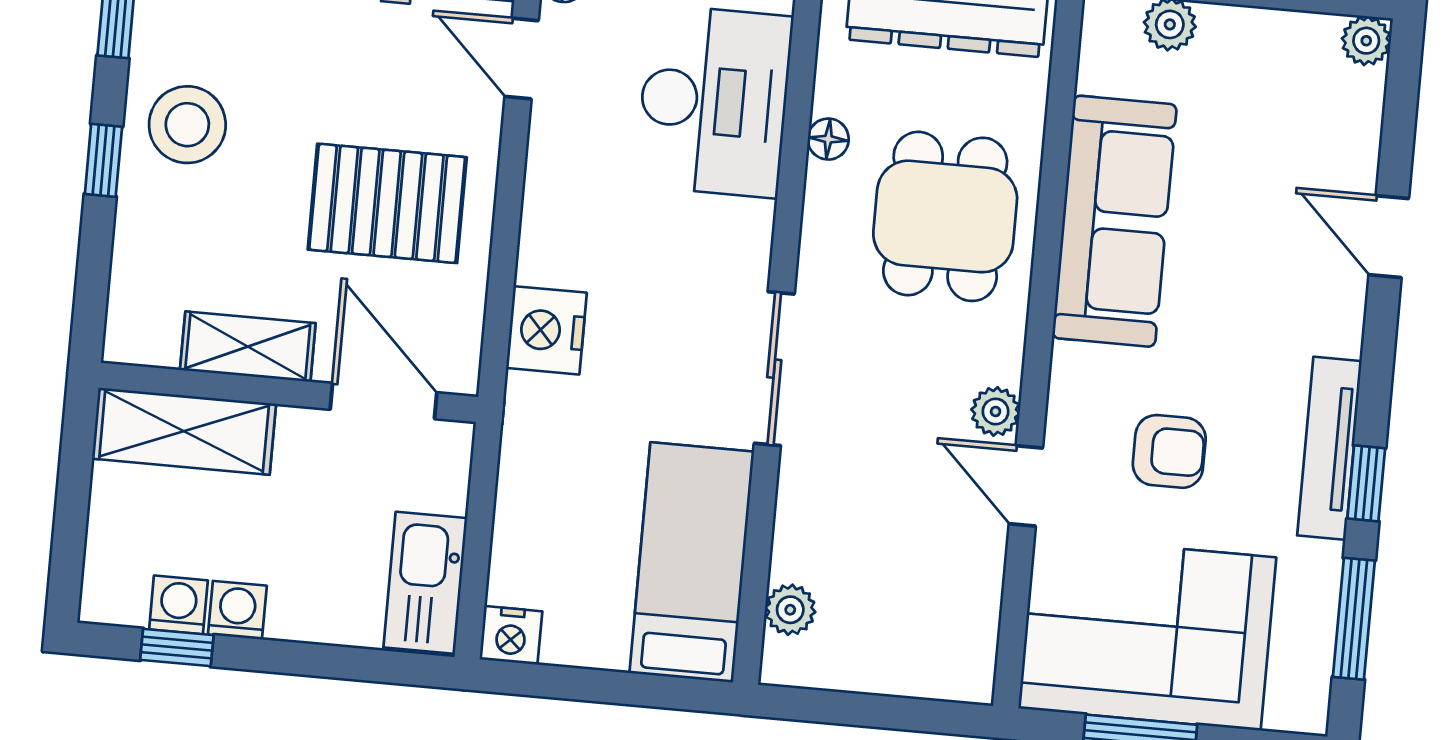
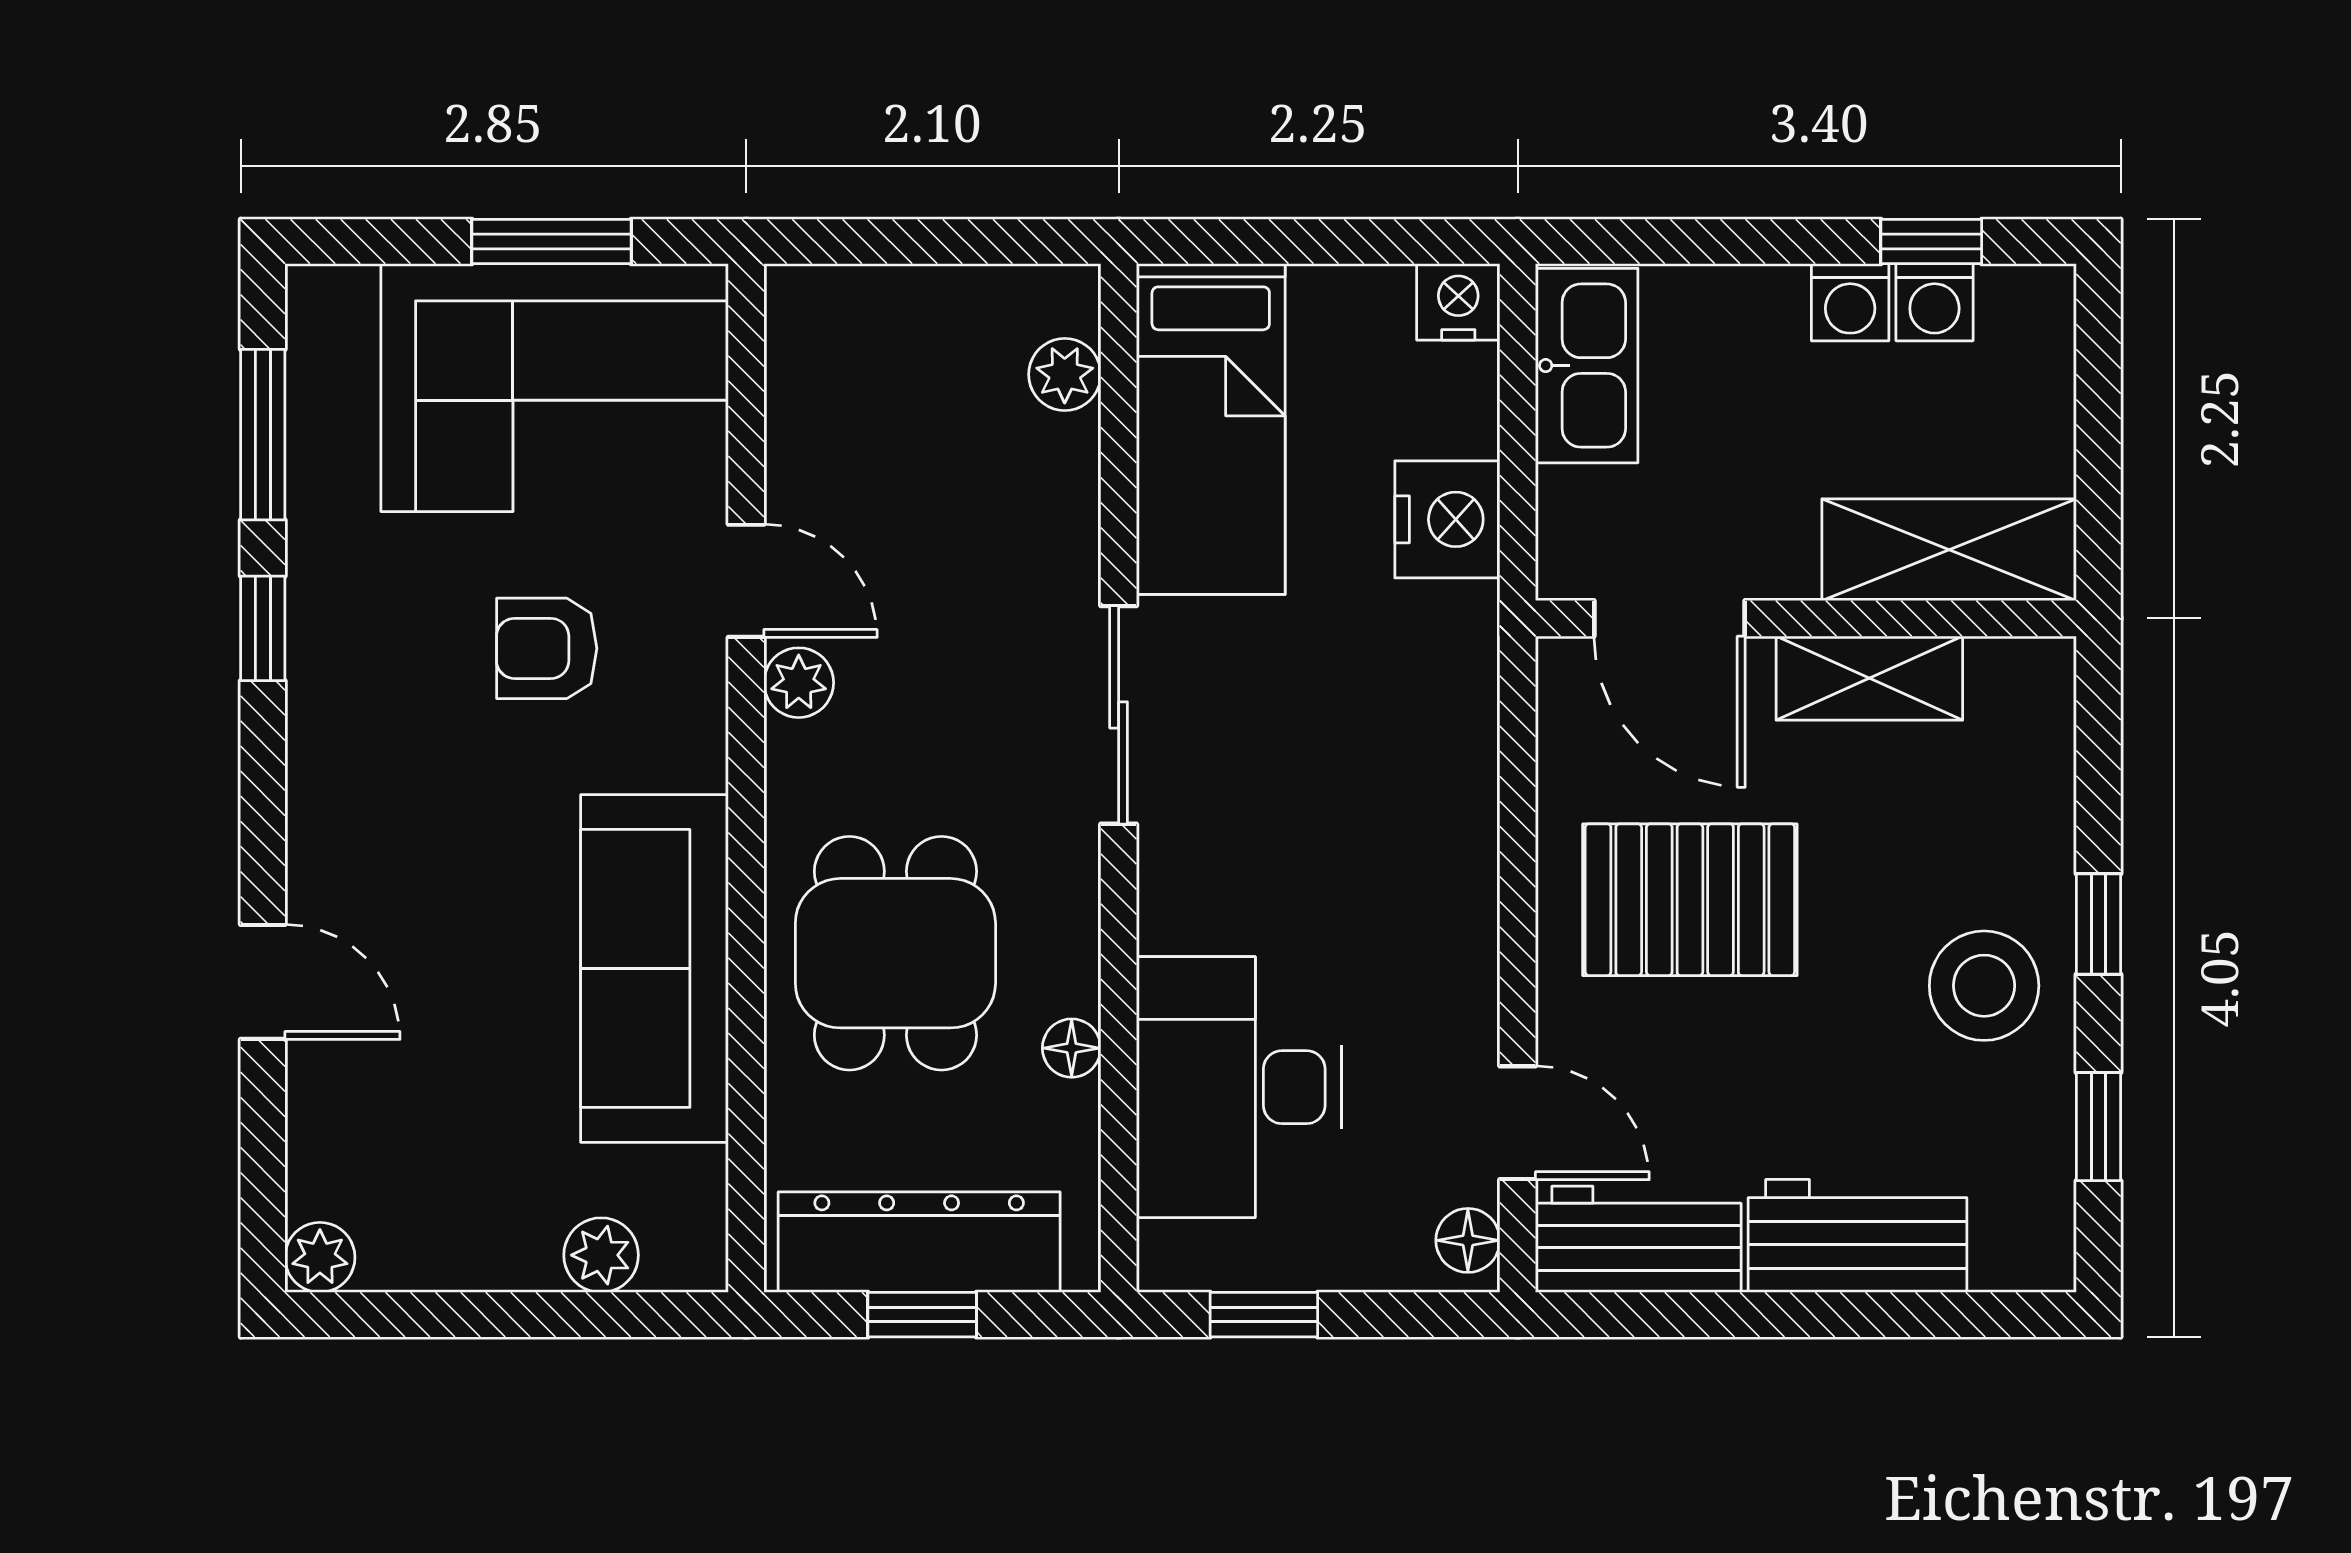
nightstand: (546, 330) -> (1447, 519), moved
tv unit: (1329, 448) -> (320, 674), removed

